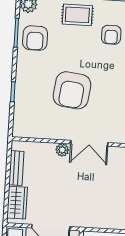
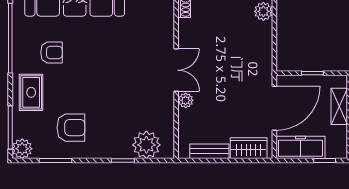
armchair: (35, 38) -> (71, 128), moved
armchair: (72, 90) -> (117, 93), removed
plant: (25, 113) -> (146, 145), added

